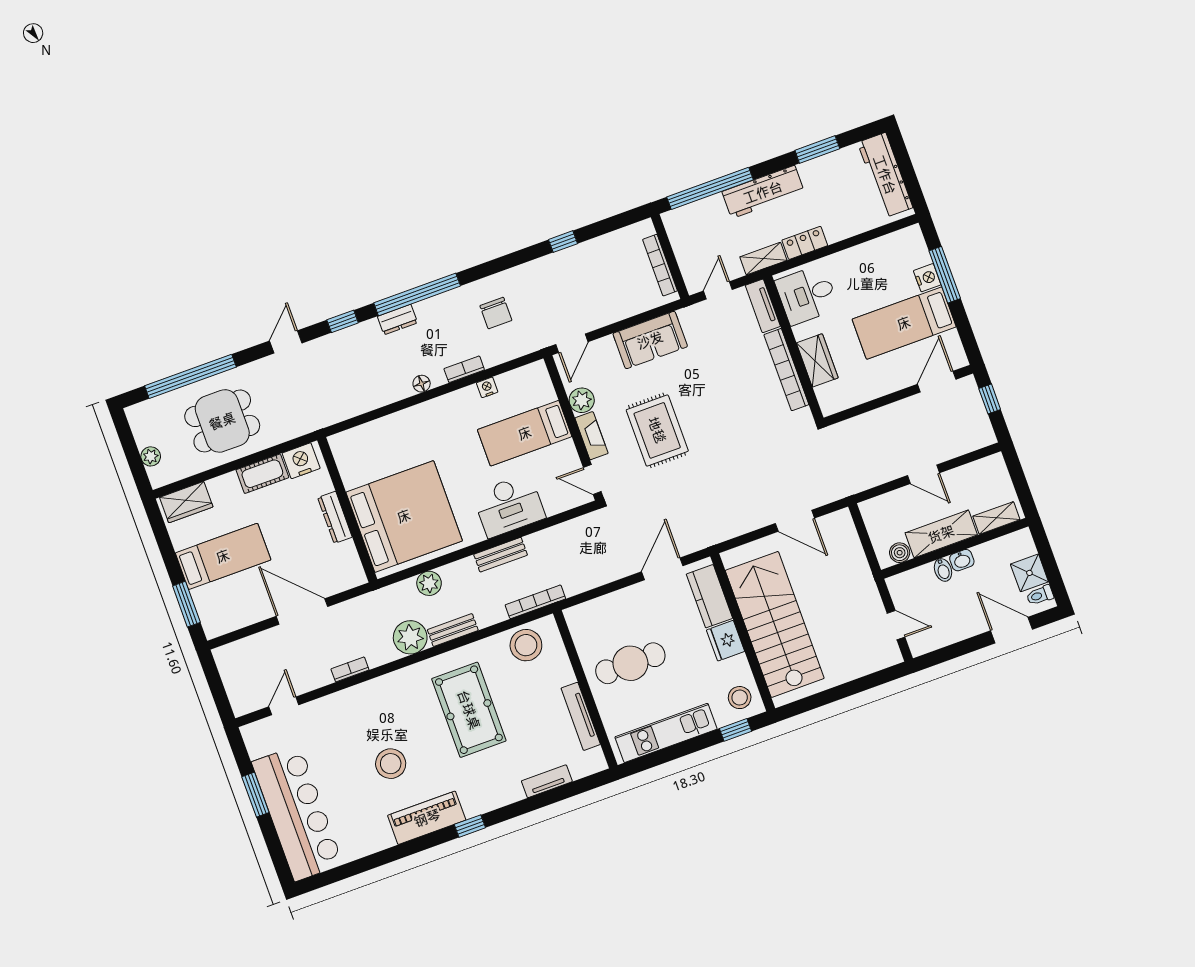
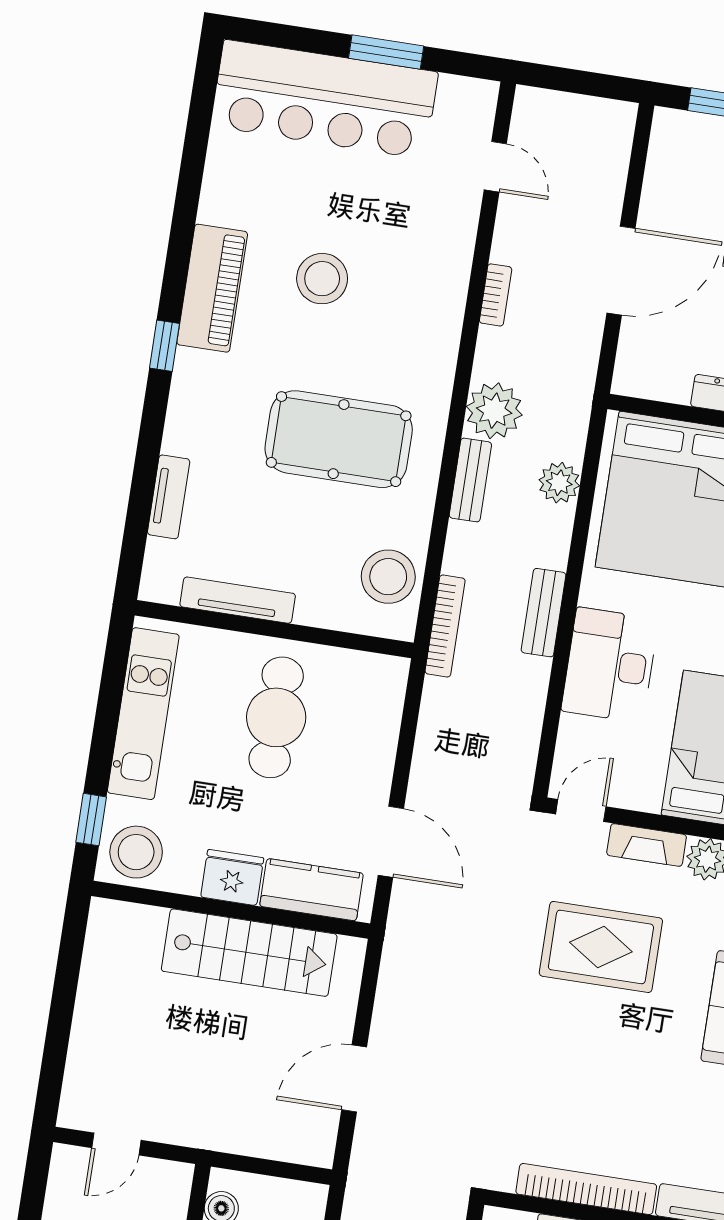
stairs: (775, 624) -> (249, 953), width x0.73, depth x0.66
stool: (740, 698) -> (136, 852), width x1.38, depth x1.38

